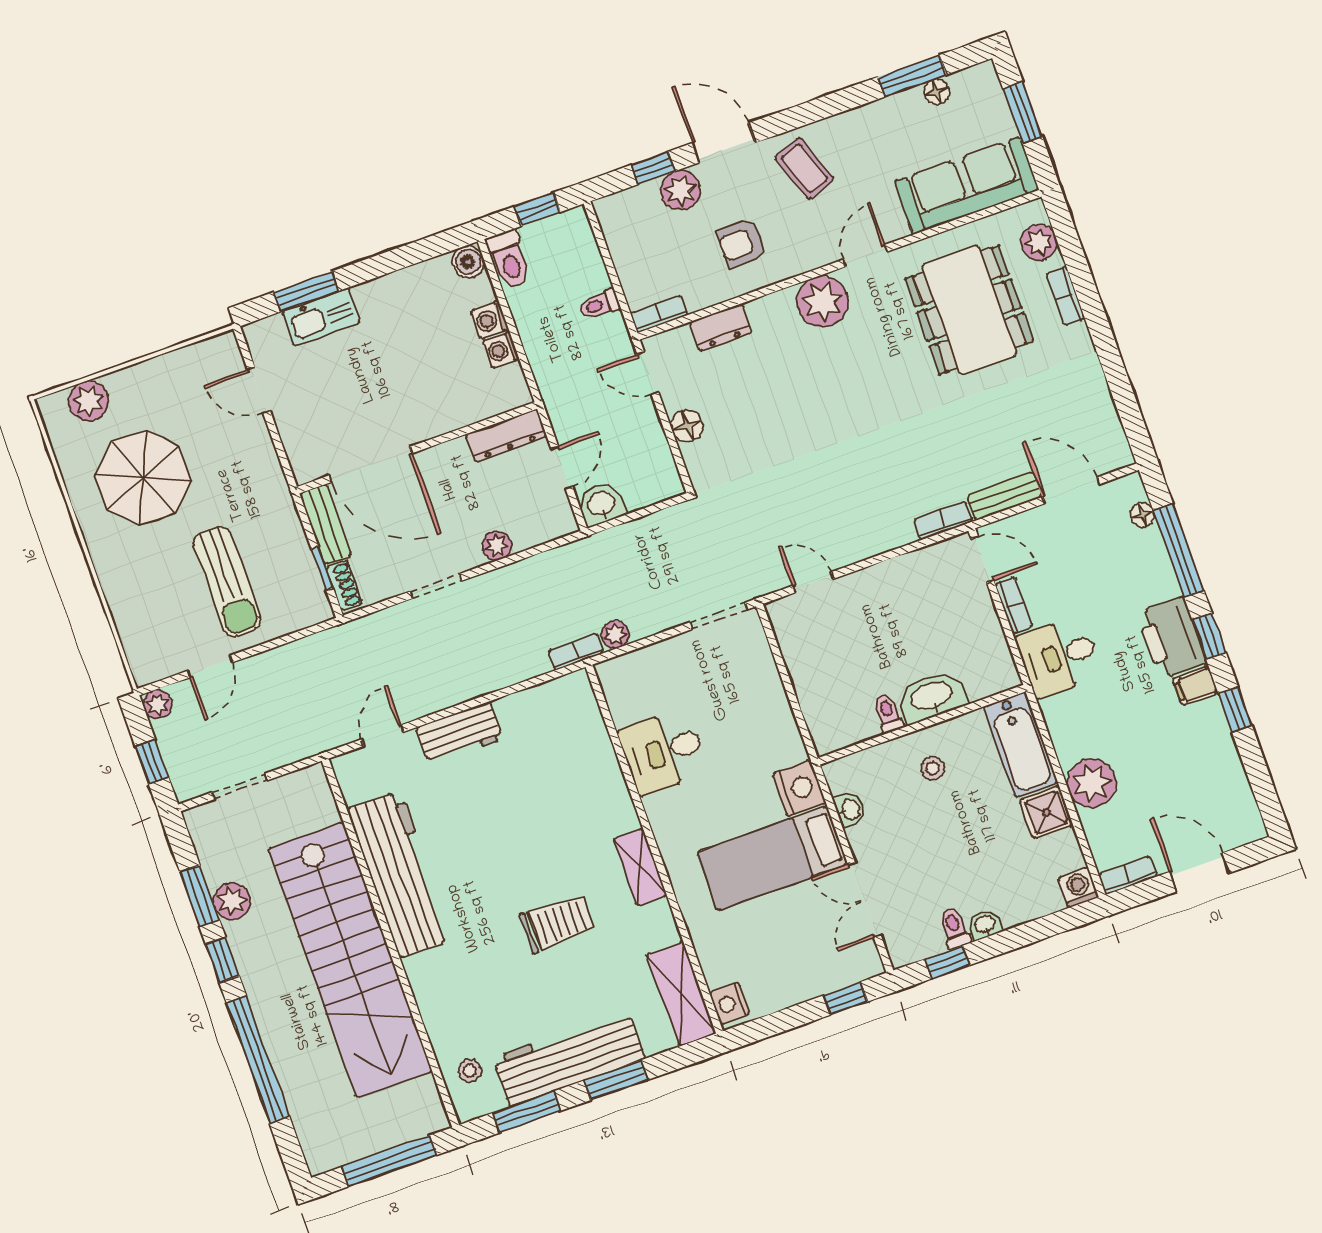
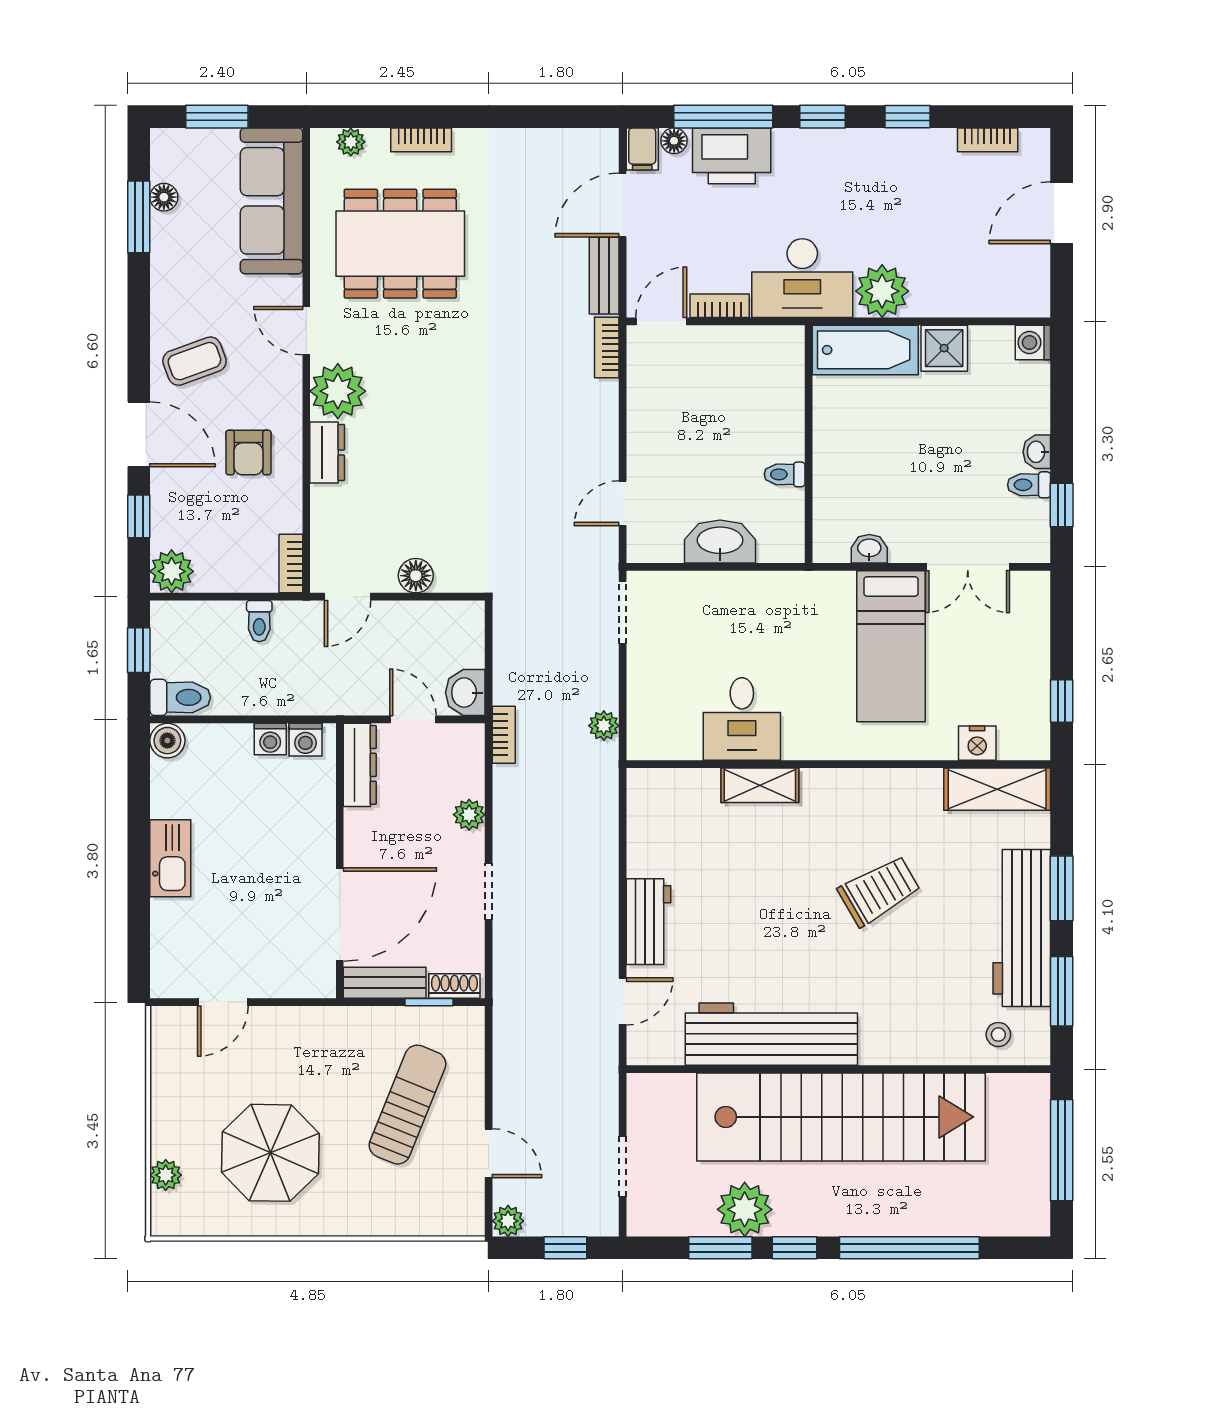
door: (724, 143) -> (139, 434), swing flipped
plant: (680, 190) -> (172, 571), moved
plant: (1039, 242) -> (351, 142), width x0.73, depth x0.73
window: (306, 292) -> (139, 918), removed
kitchen sink: (321, 317) -> (170, 858), moved
washing machine: (490, 320) -> (305, 740), moved
dresser: (721, 327) -> (327, 452), moved
plant: (89, 401) -> (166, 1175), width x0.73, depth x0.73
sun lounger: (227, 581) -> (407, 1105), turned -68
printer: (1172, 638) -> (732, 156), moved
bookcase: (576, 652) -> (504, 735), moved, turned 180
desk: (1059, 656) -> (802, 278), width x1.37
filing cabinet: (1195, 686) -> (642, 149), moved
washbasin: (932, 697) -> (720, 542), moved, turned 90
door: (383, 736) -> (623, 1001), swing flipped
stool: (933, 768) -> (857, 449), removed
plant: (1092, 783) -> (882, 291), moved
nightstand: (799, 788) -> (829, 593), removed
shelving: (640, 867) -> (760, 785), moved
bookcase: (1128, 875) -> (988, 140), moved, turned -90
plant: (232, 901) -> (745, 1209), width x1.36, depth x1.36
trolley: (557, 923) -> (879, 891), turned 60
window: (846, 998) -> (1062, 701), moved
nightstand: (730, 1004) -> (977, 743), moved

